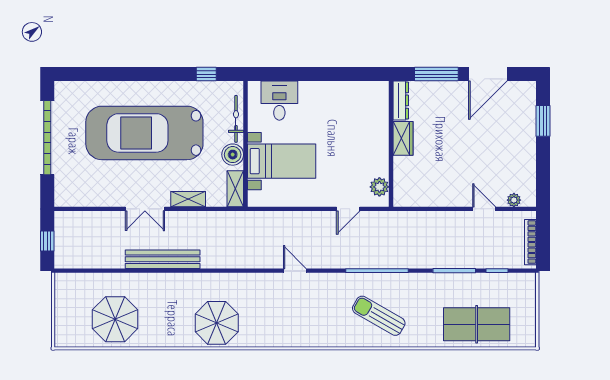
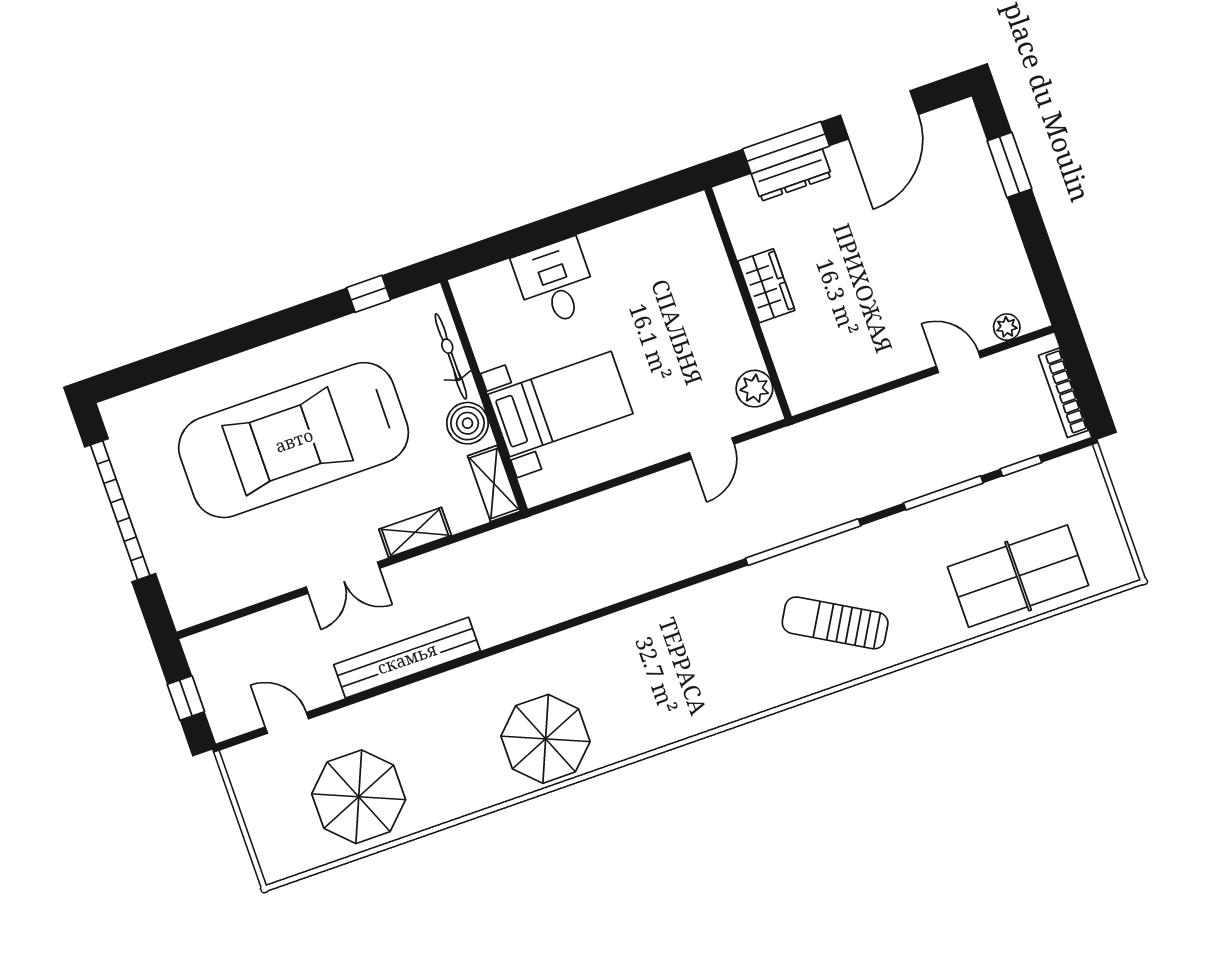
dresser: (401, 100) -> (792, 175), moved, turned 90
desk: (279, 101) -> (555, 282), moved
door: (295, 271) -> (287, 723), moved

